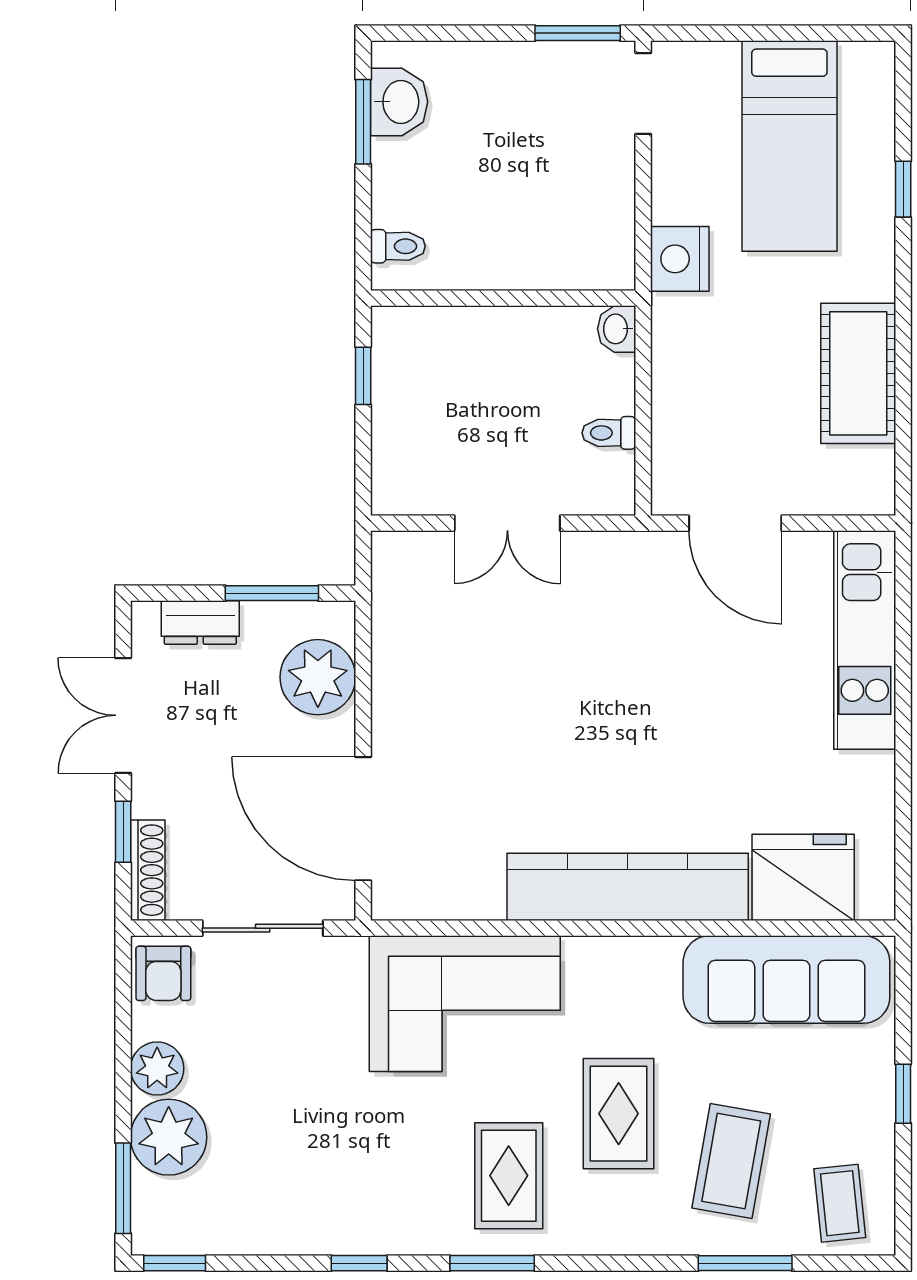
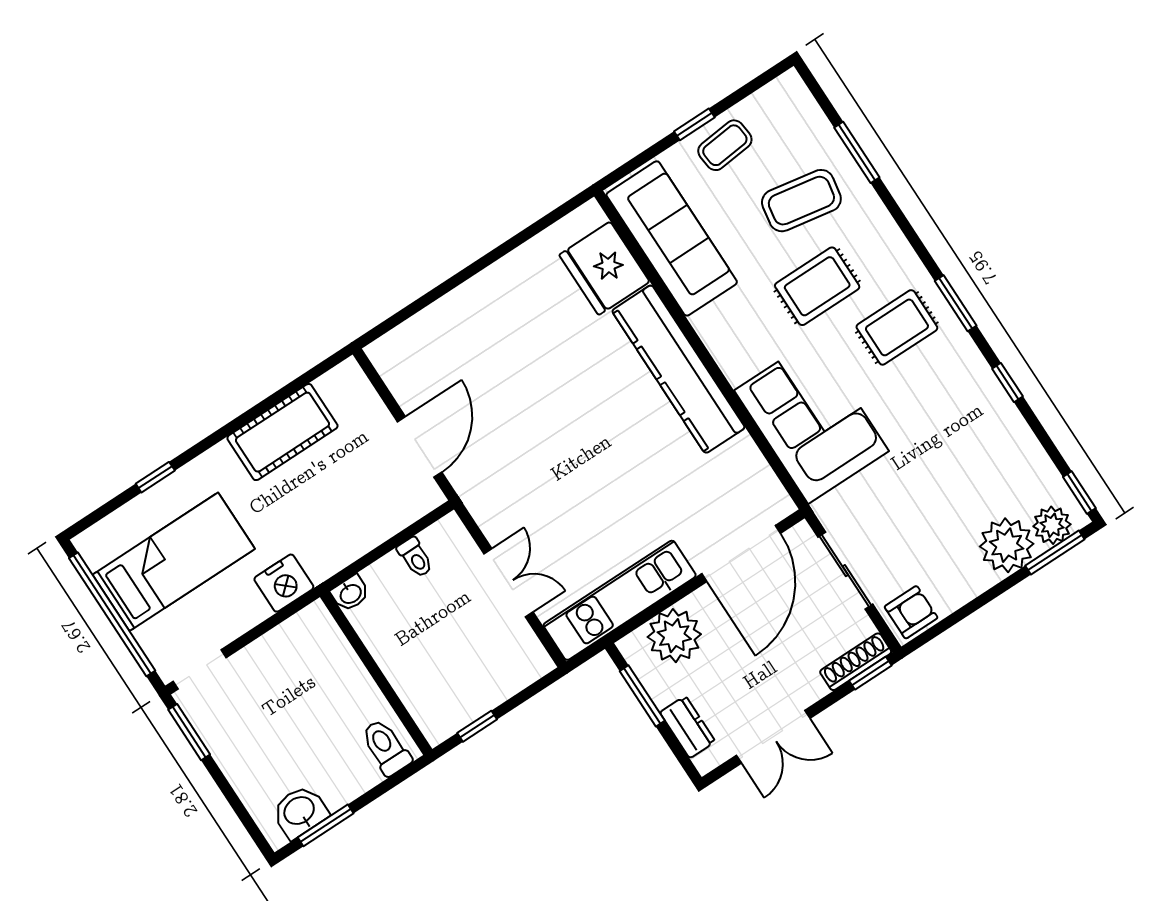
window: (775, 33) -> (112, 614), added
toilet: (398, 246) -> (386, 747), width x1.37, depth x1.39
kitchen unit: (865, 640) -> (620, 600), moved, turned 180
window: (123, 832) -> (870, 673), moved
plant: (157, 1068) -> (1052, 525), moved
coffee table: (840, 1203) -> (725, 145), moved

